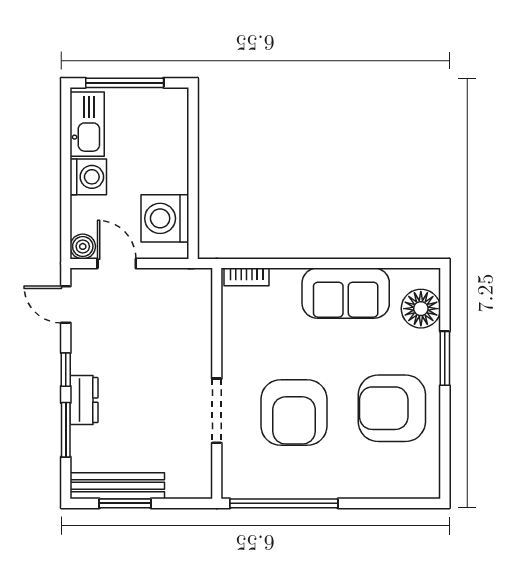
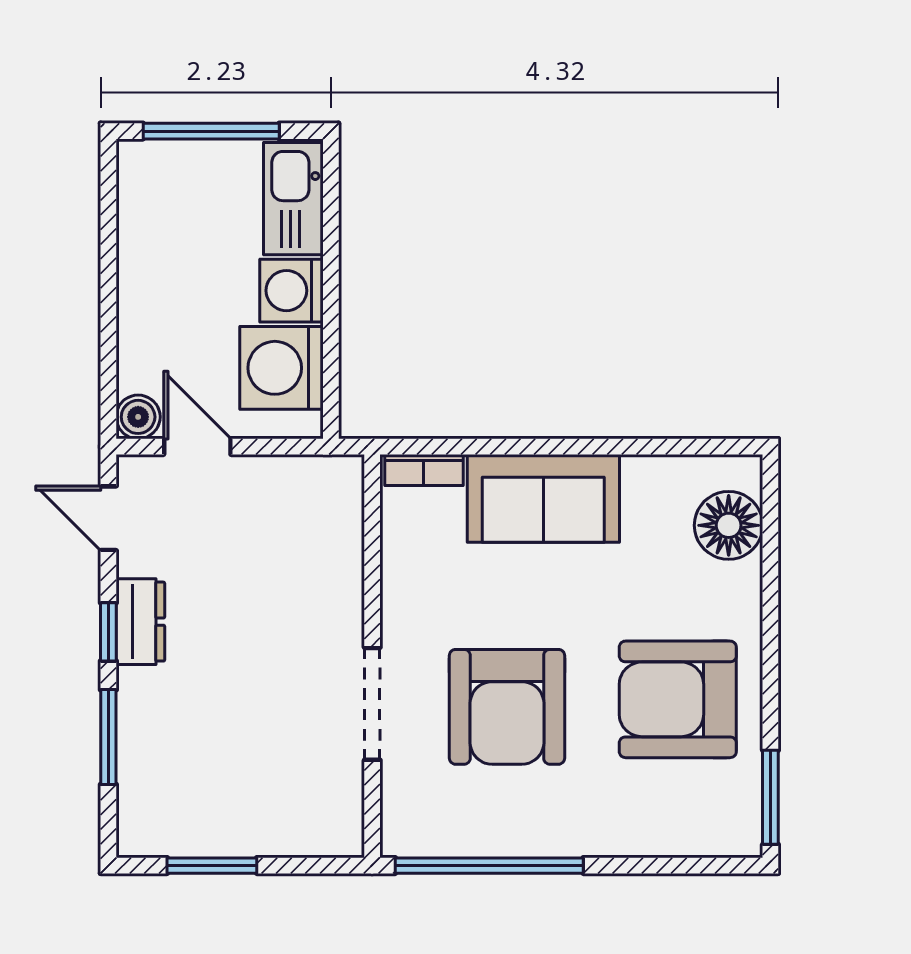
kitchen sink: (87, 124) -> (293, 199), moved, turned 180
washing machine: (88, 177) -> (291, 291), moved, turned 180
sofa: (346, 293) -> (543, 498), moved
window: (445, 358) -> (770, 797), moved
dresser: (84, 400) -> (140, 622), moved
bench: (117, 486) -> (198, 835), removed

